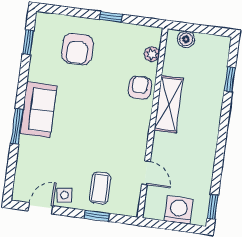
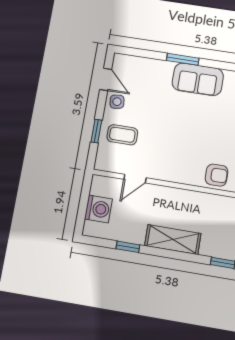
shelving: (169, 104) -> (173, 240), moved
window: (213, 207) -> (128, 247), moved

